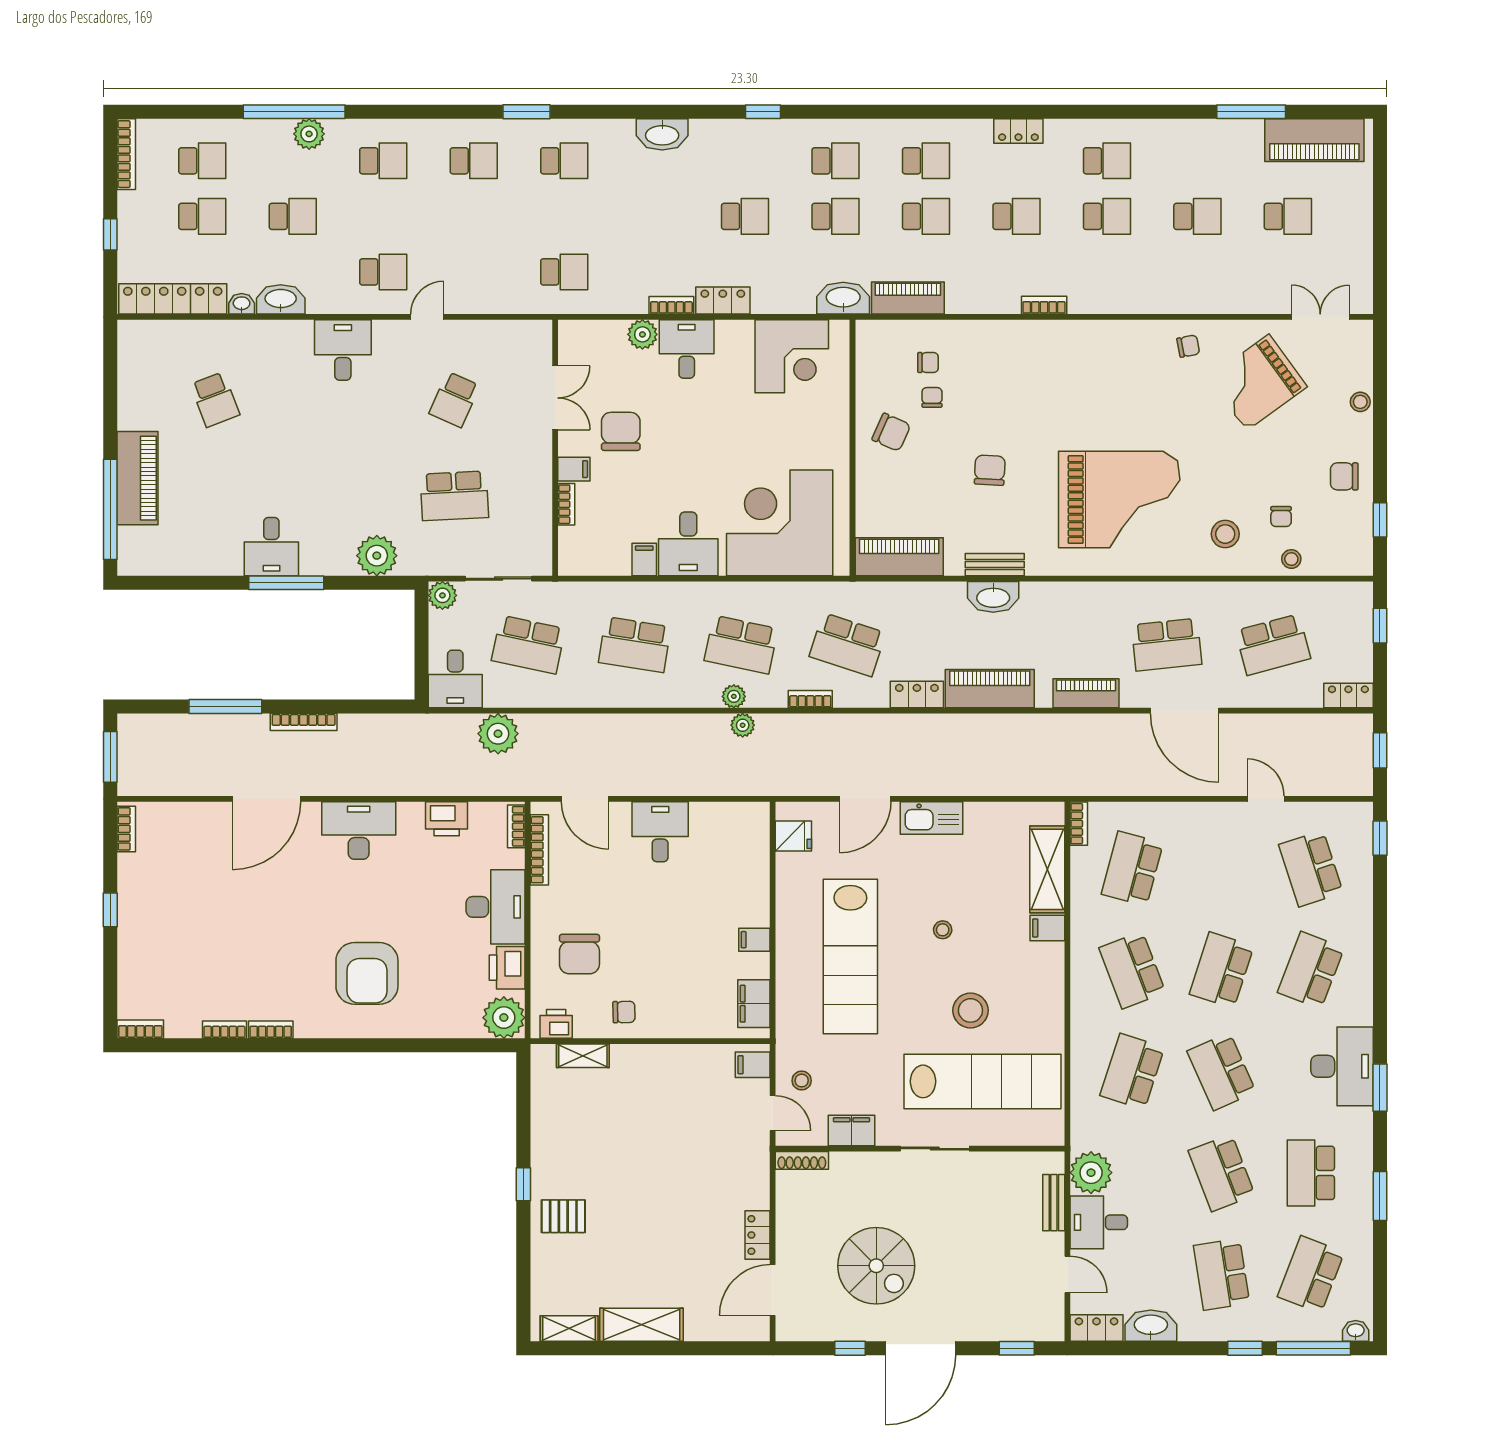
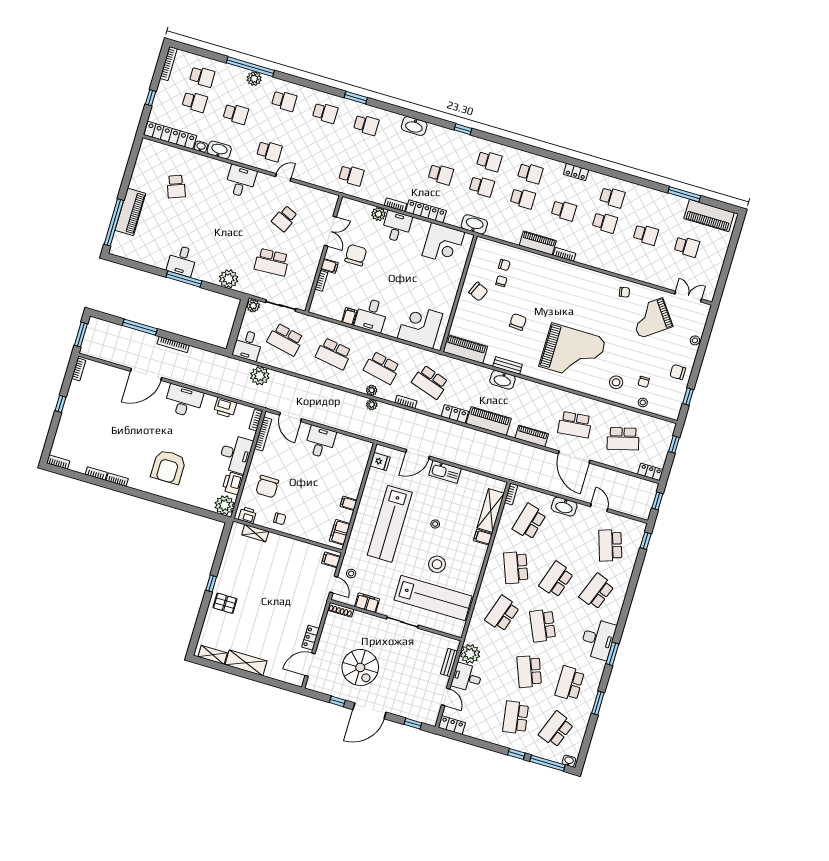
piano: (908, 298) -> (538, 243), moved
locker: (723, 300) -> (426, 211), width x1.53
corner desk: (780, 523) -> (420, 326), width x0.74, depth x0.74
washbasin: (1151, 1326) -> (564, 507), moved, turned 180

